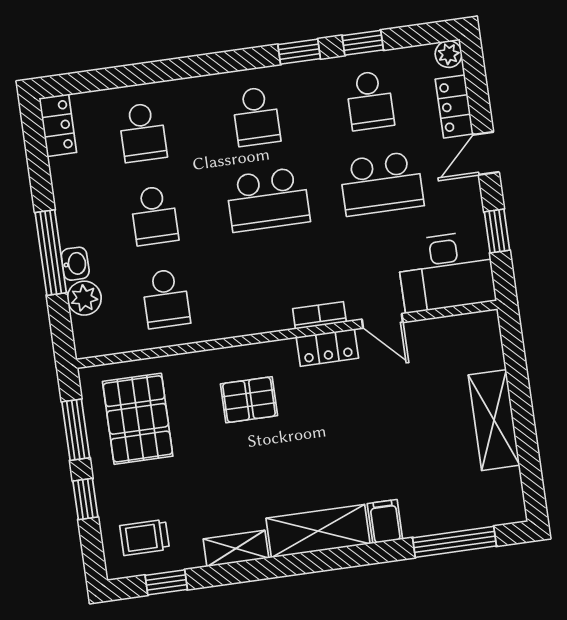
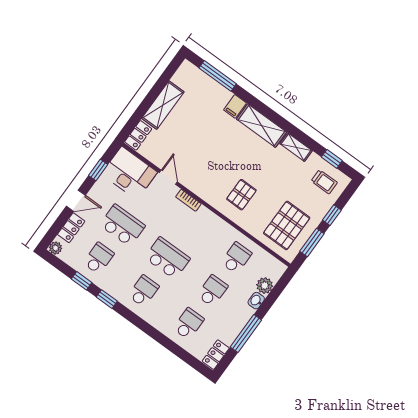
window: (51, 253) -> (246, 334), moved
locker: (327, 348) -> (138, 135), moved, turned 90
pallet: (249, 400) -> (241, 195), turned 90

